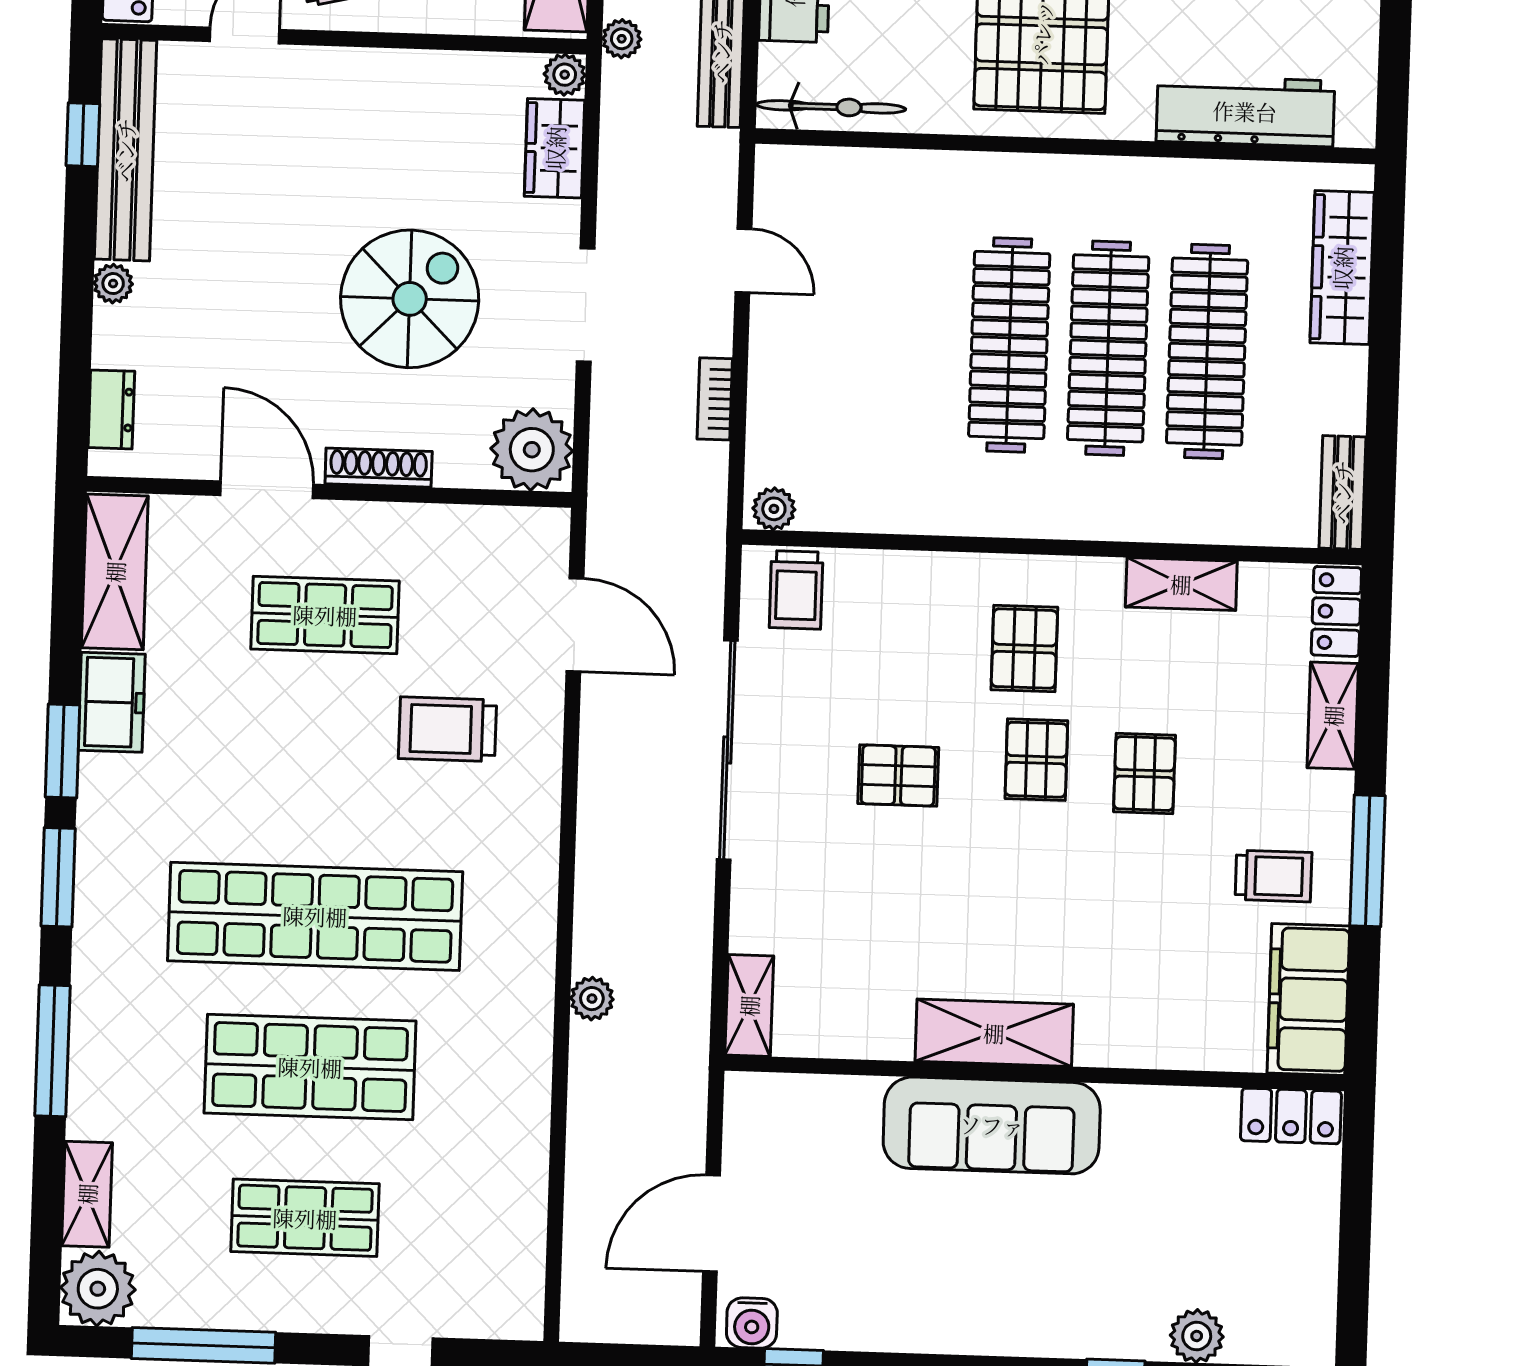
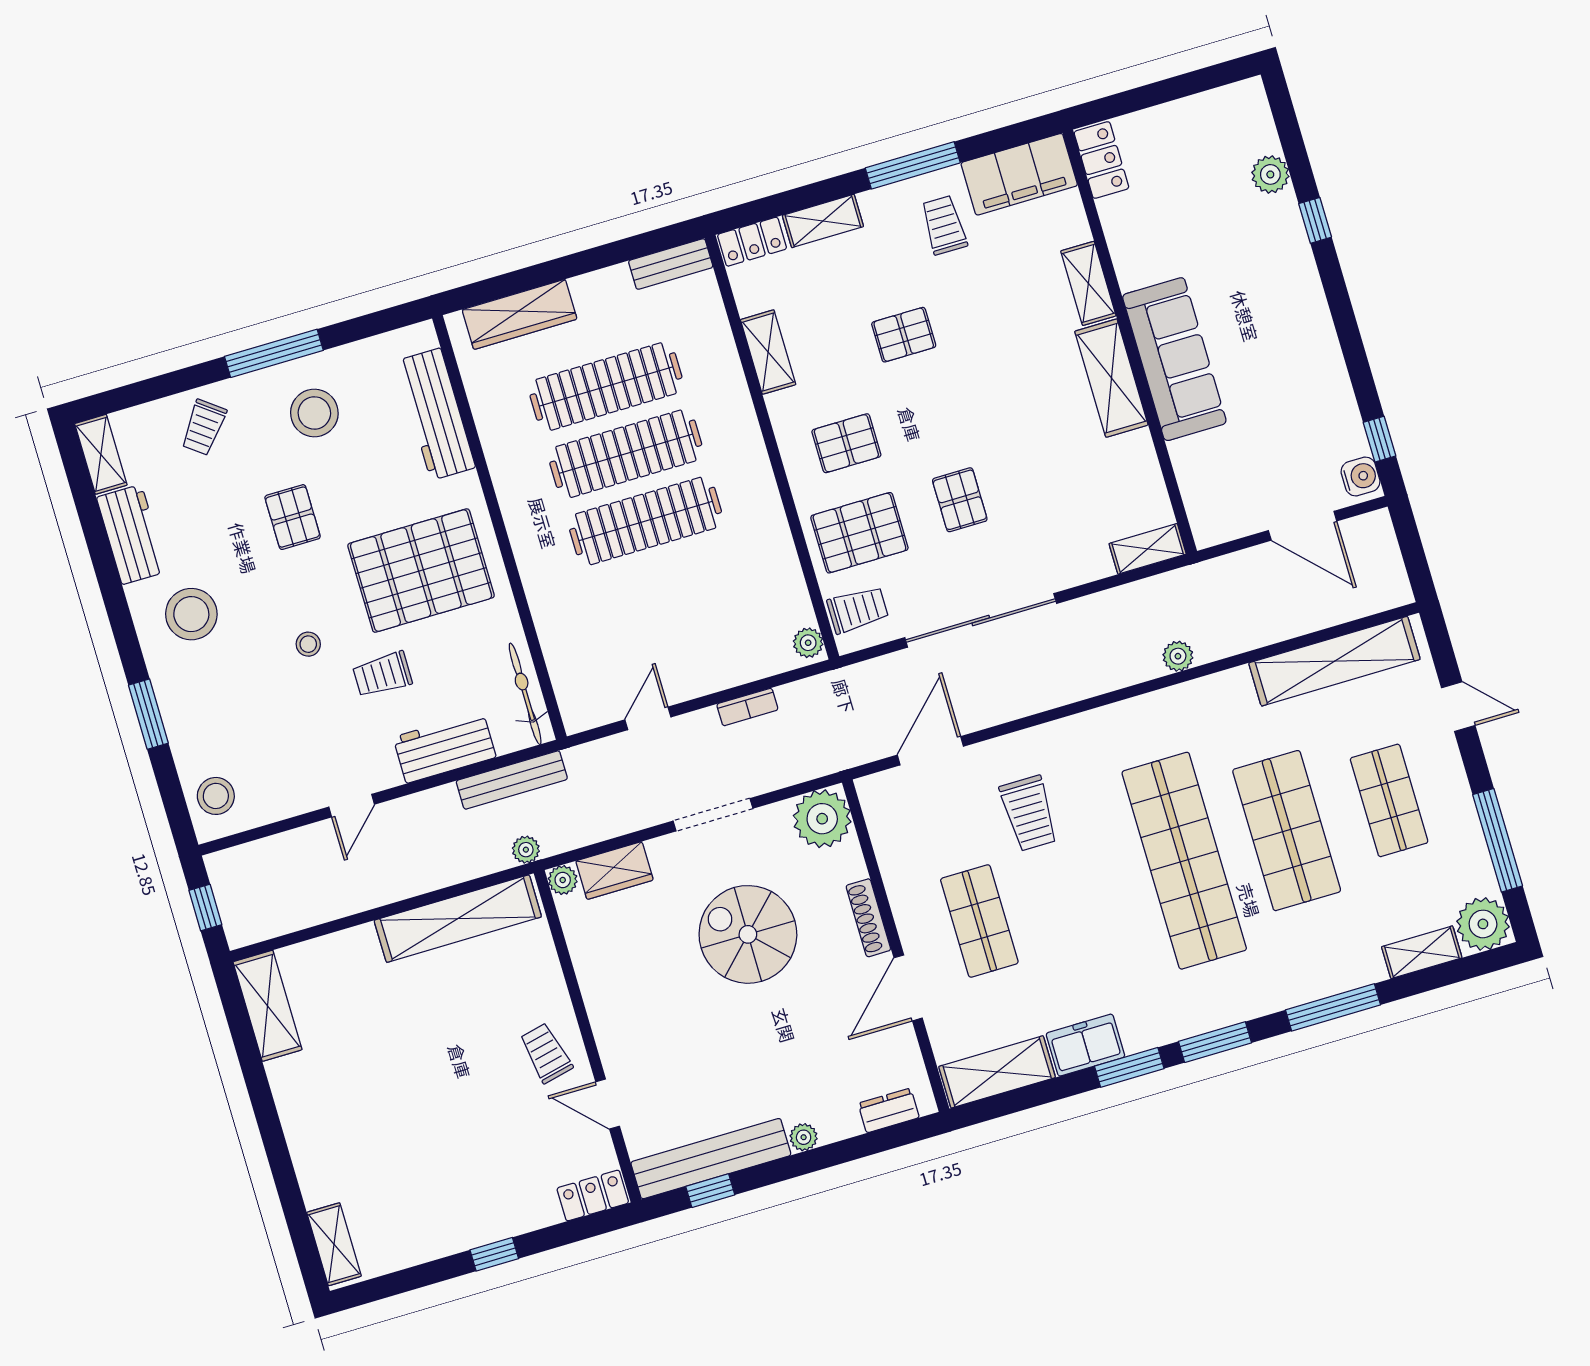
pallet: (1036, 760) -> (859, 533), moved, width x1.50, depth x1.42
shelving: (1131, 1044) -> (1088, 283), added
shelving: (516, 1206) -> (1334, 661), added

